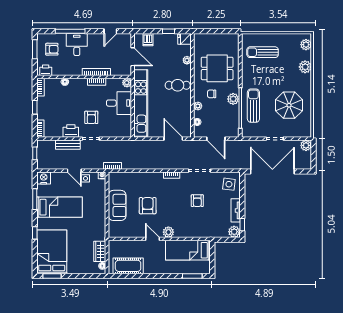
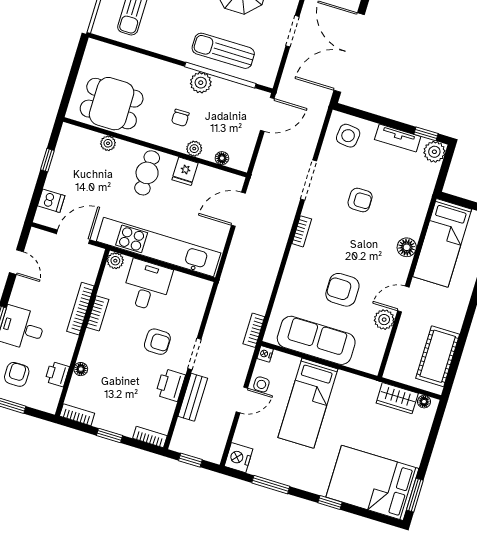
fridge: (184, 39) -> (185, 171), moved
dining table: (217, 68) -> (112, 104), moved, turned 90
printer: (46, 70) -> (57, 374), moved
door: (216, 139) -> (267, 114), moved
sofa: (117, 205) -> (316, 340), width x1.36
bed: (60, 207) -> (308, 403), moved, turned 180
plant: (168, 232) -> (384, 320), moved
floor lamp: (180, 232) -> (407, 247), added

